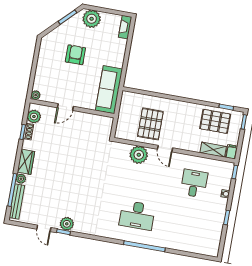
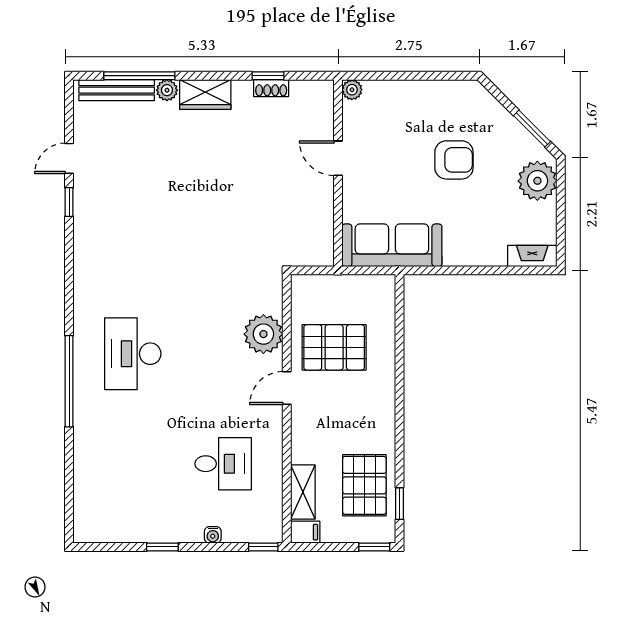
plant: (34, 117) -> (305, 94), removed
plant: (67, 224) -> (88, 206), removed

